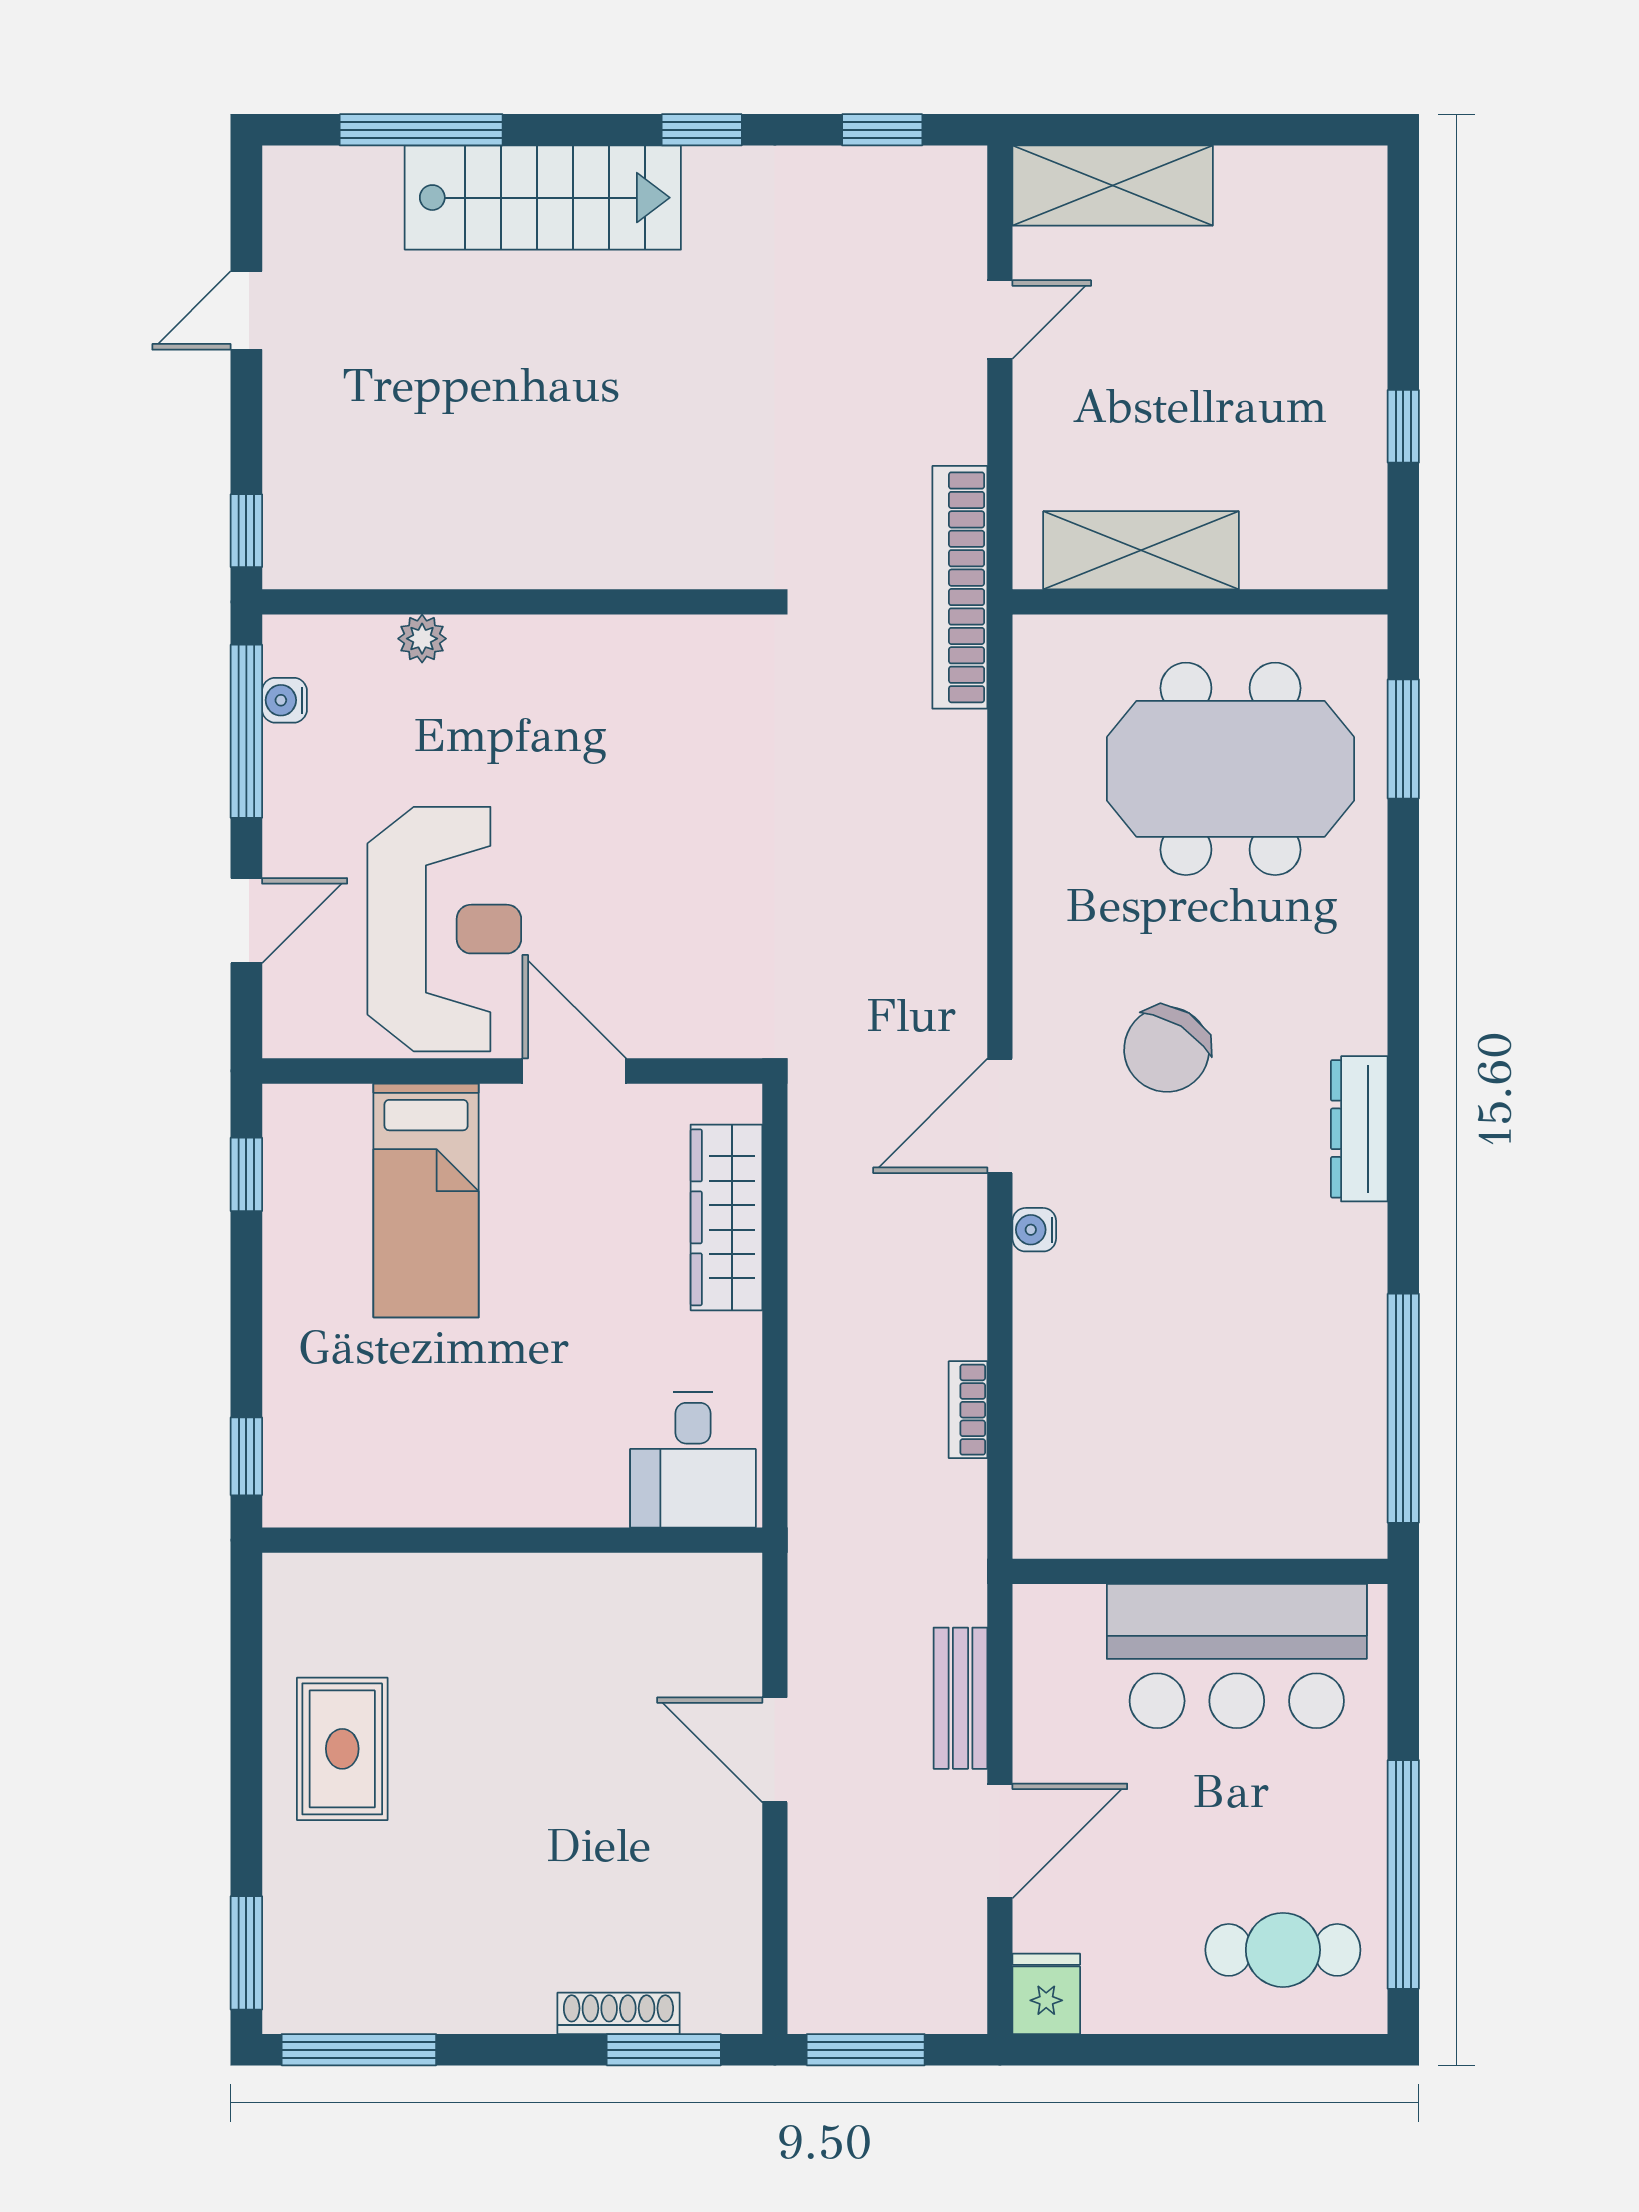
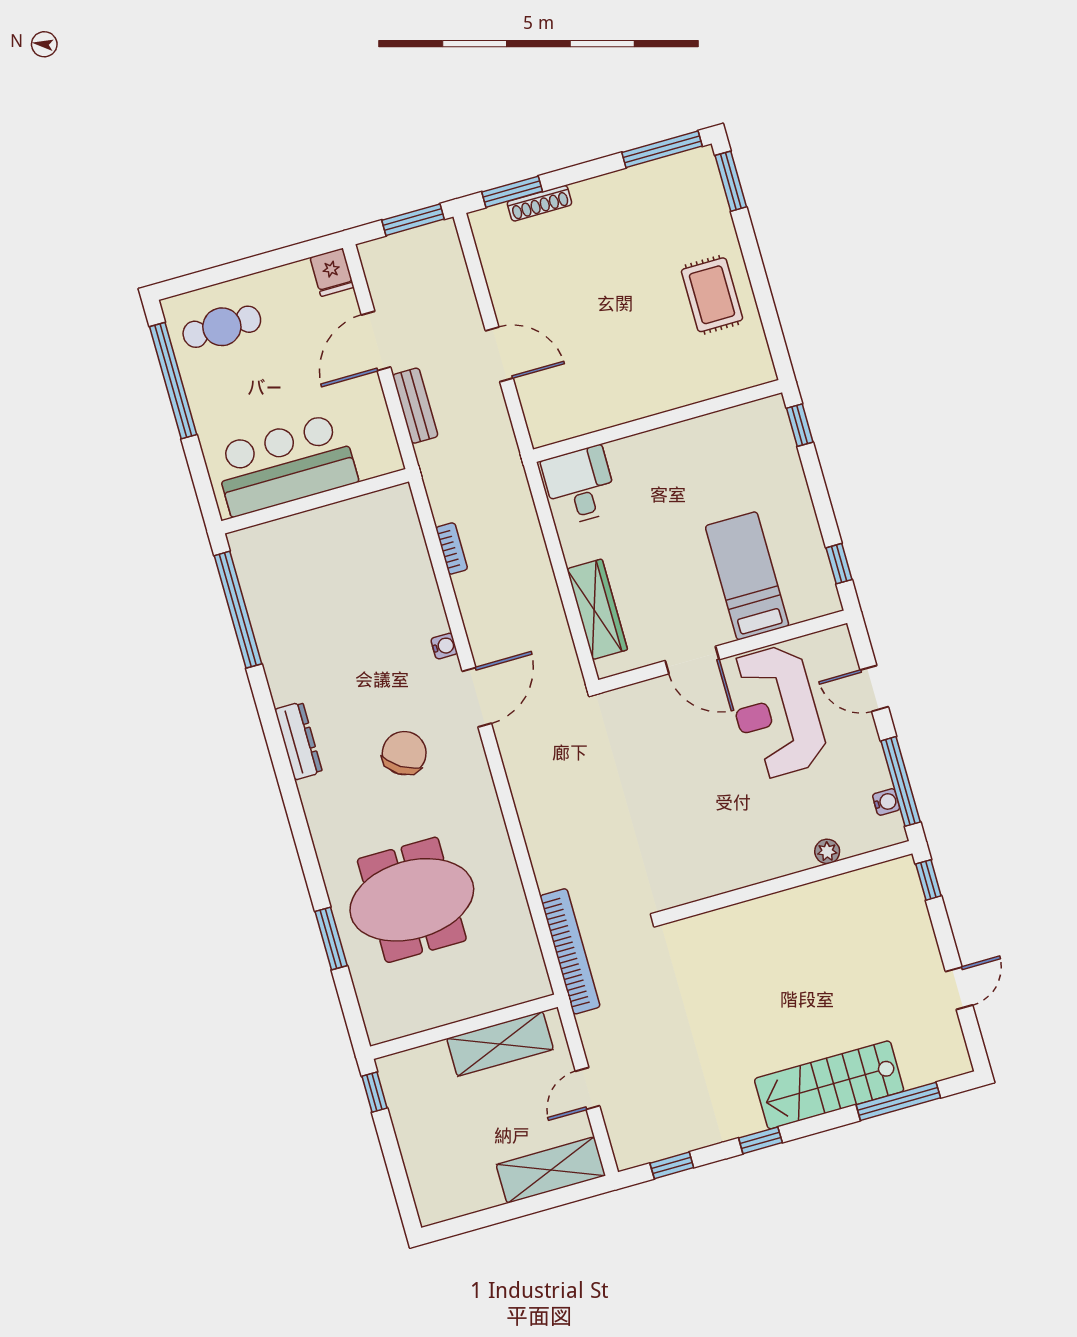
shelving: (1141, 550) -> (500, 1044), moved
wall: (1200, 602) -> (464, 1027), moved
door: (246, 921) -> (874, 688), hinge flipped

